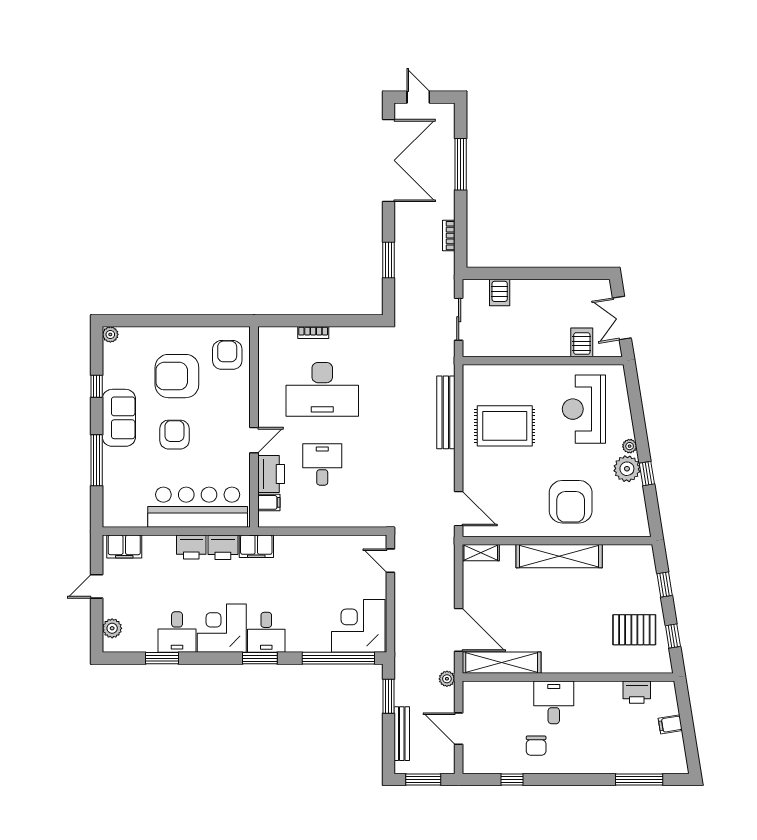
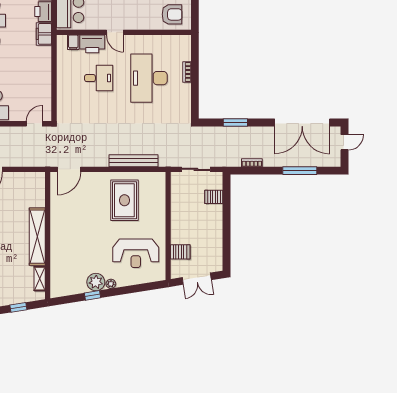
double door: (622, 318) -> (197, 279), swing flipped
reception desk: (584, 409) -> (136, 253), turned 180
armchair: (571, 502) -> (74, 244), removed
shelving: (481, 553) -> (40, 279), moved

